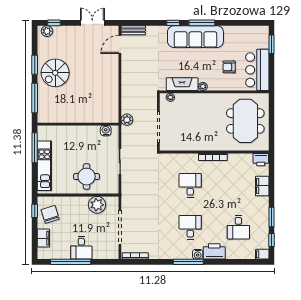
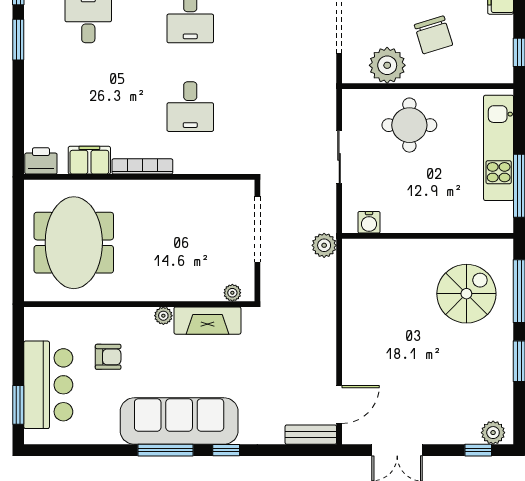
bar counter: (257, 70) -> (48, 385), moved
spiral stairs: (55, 73) -> (466, 294), moved
filing cabinet: (262, 186) -> (89, 160), moved, turned -90
chair: (50, 214) -> (433, 35), moved

